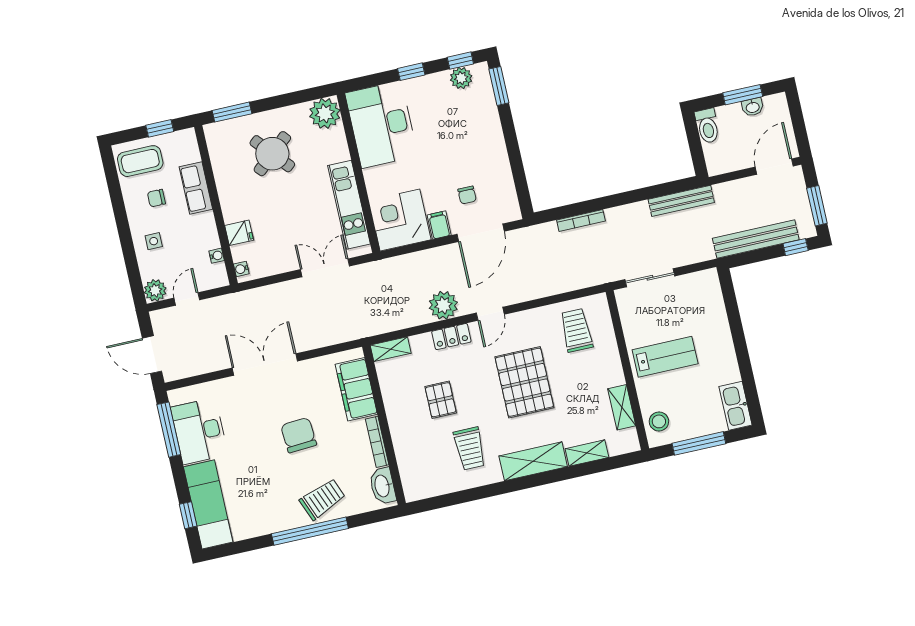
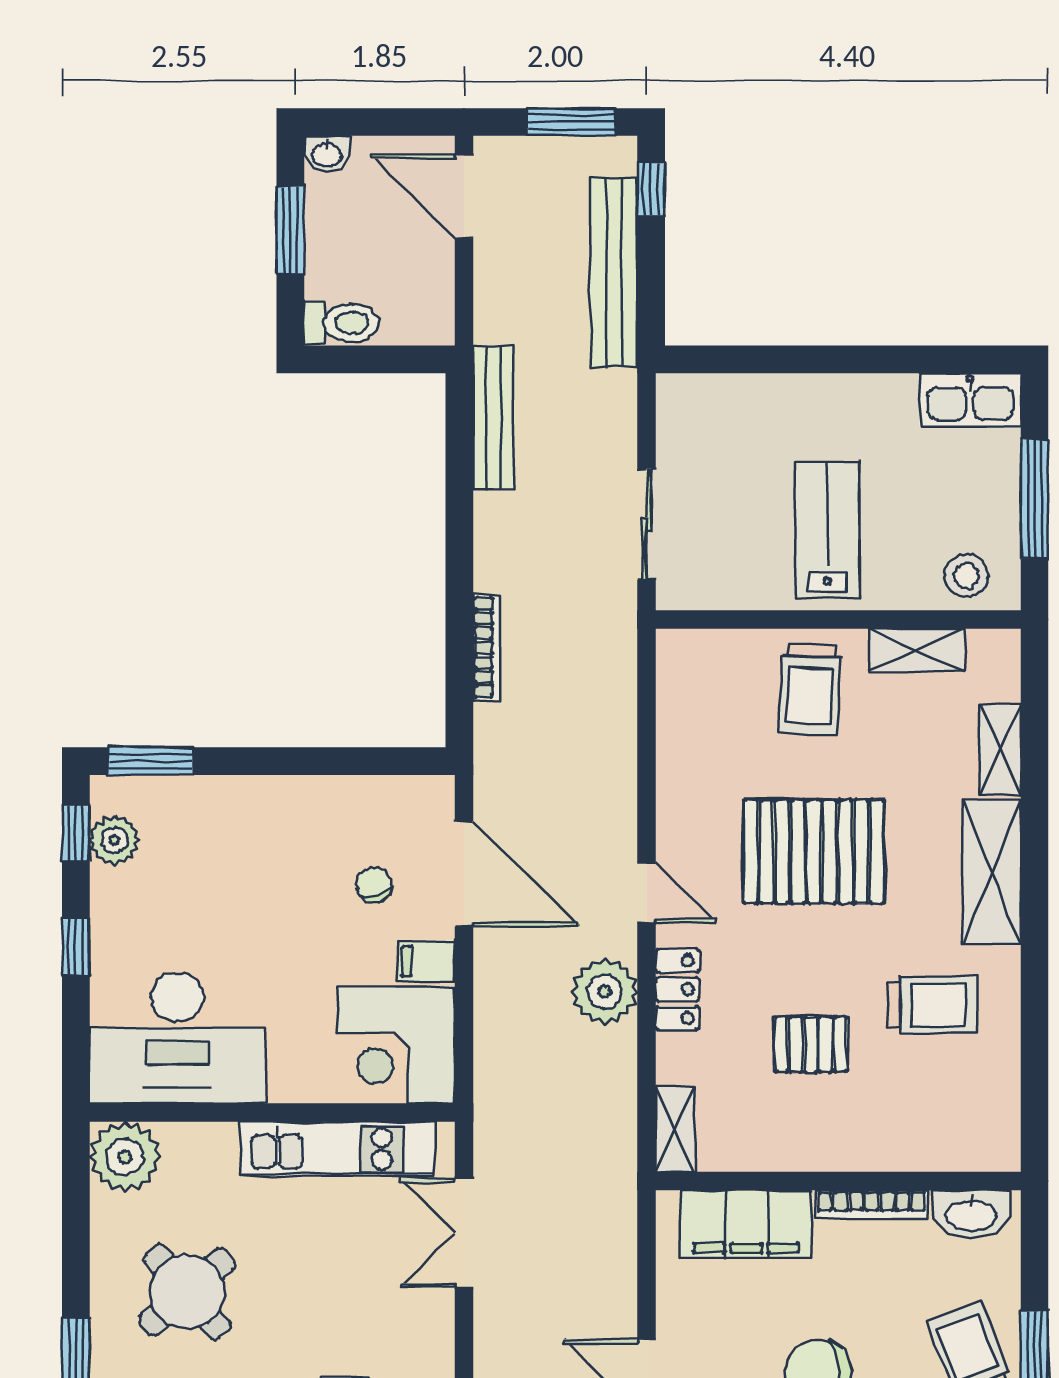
washbasin: (753, 107) -> (327, 154), moved, turned 90
chair: (467, 195) -> (374, 885), turned -108
trolley: (576, 330) -> (810, 689), moved, turned -87

